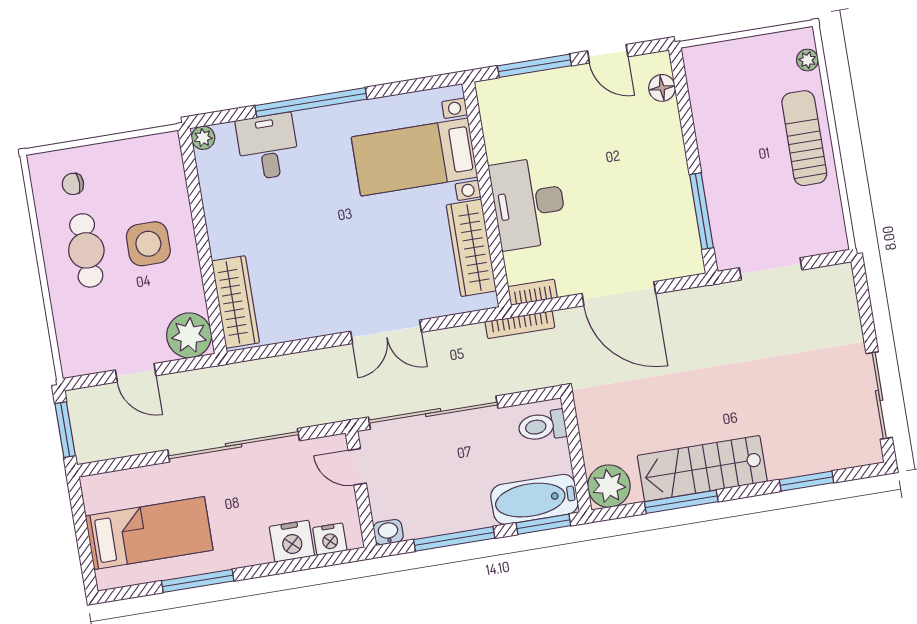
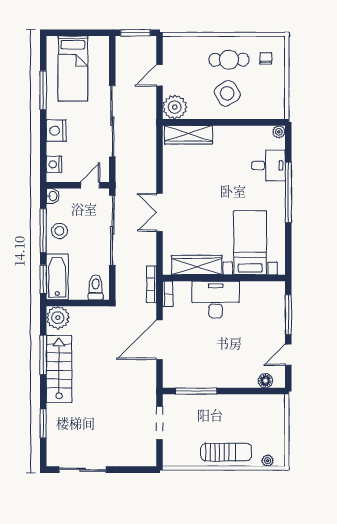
side table: (148, 244) -> (227, 93), turned -32
stool: (450, 509) -> (59, 231), added
nightstand: (292, 541) -> (56, 131), moved

